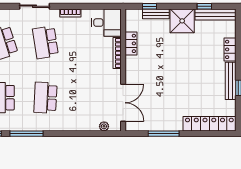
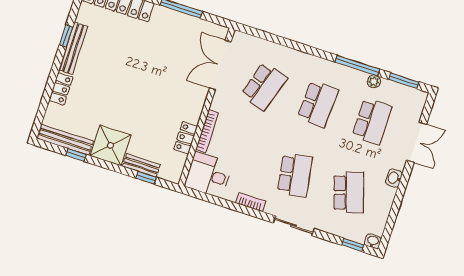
school desk: (87, 98) -> (264, 86), added
plant: (104, 126) -> (374, 81), moved

